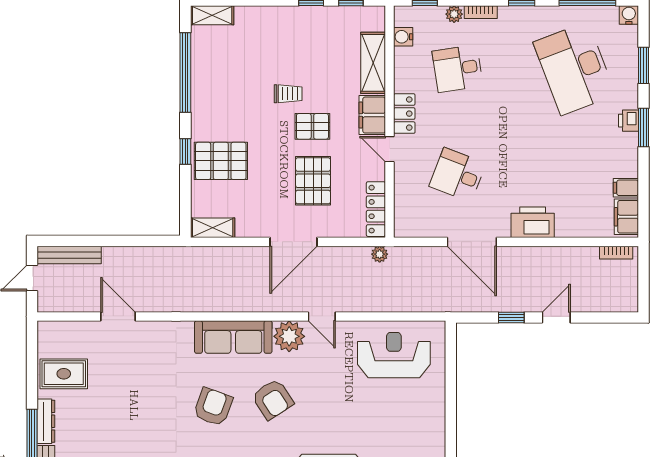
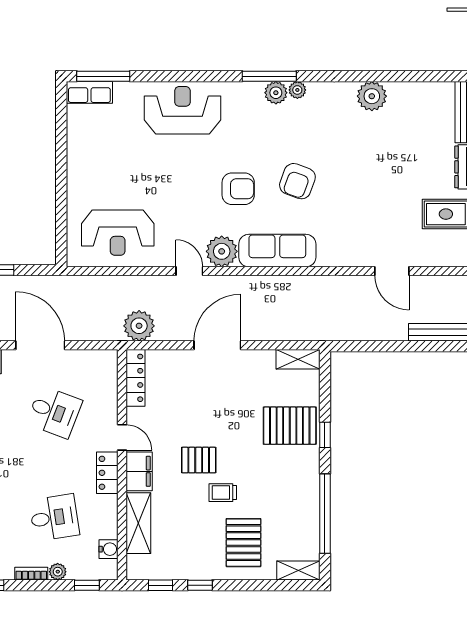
pallet: (313, 181) -> (243, 543), moved
plant: (380, 254) -> (139, 326), width x1.88, depth x1.88
armchair: (273, 399) -> (238, 189), turned 123

